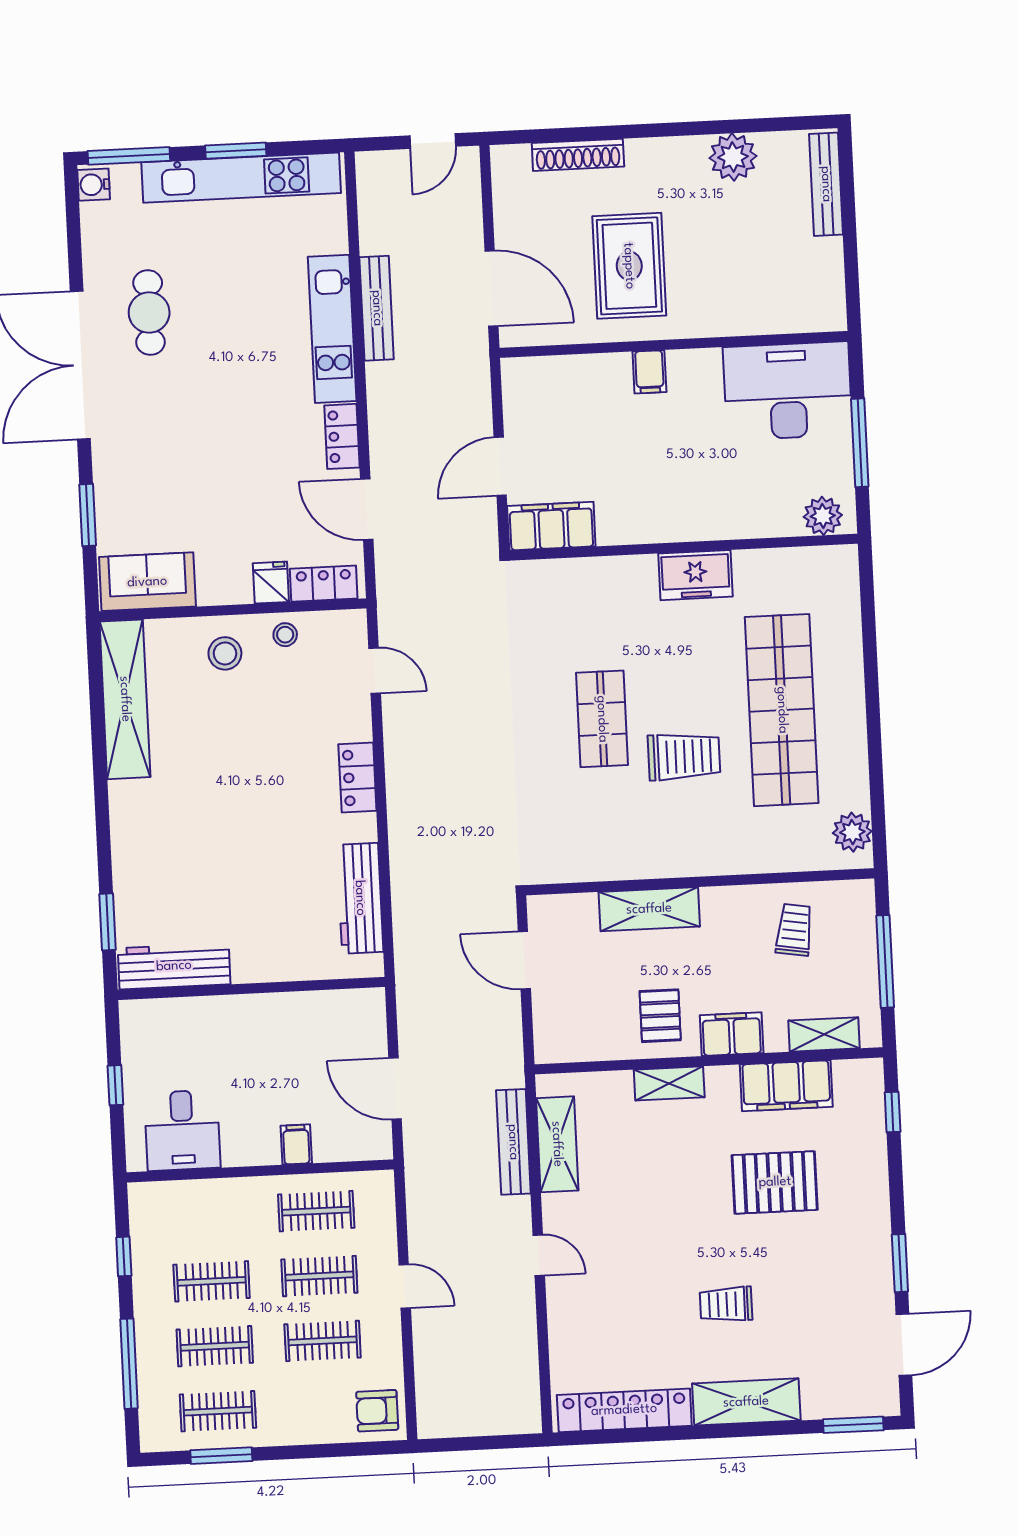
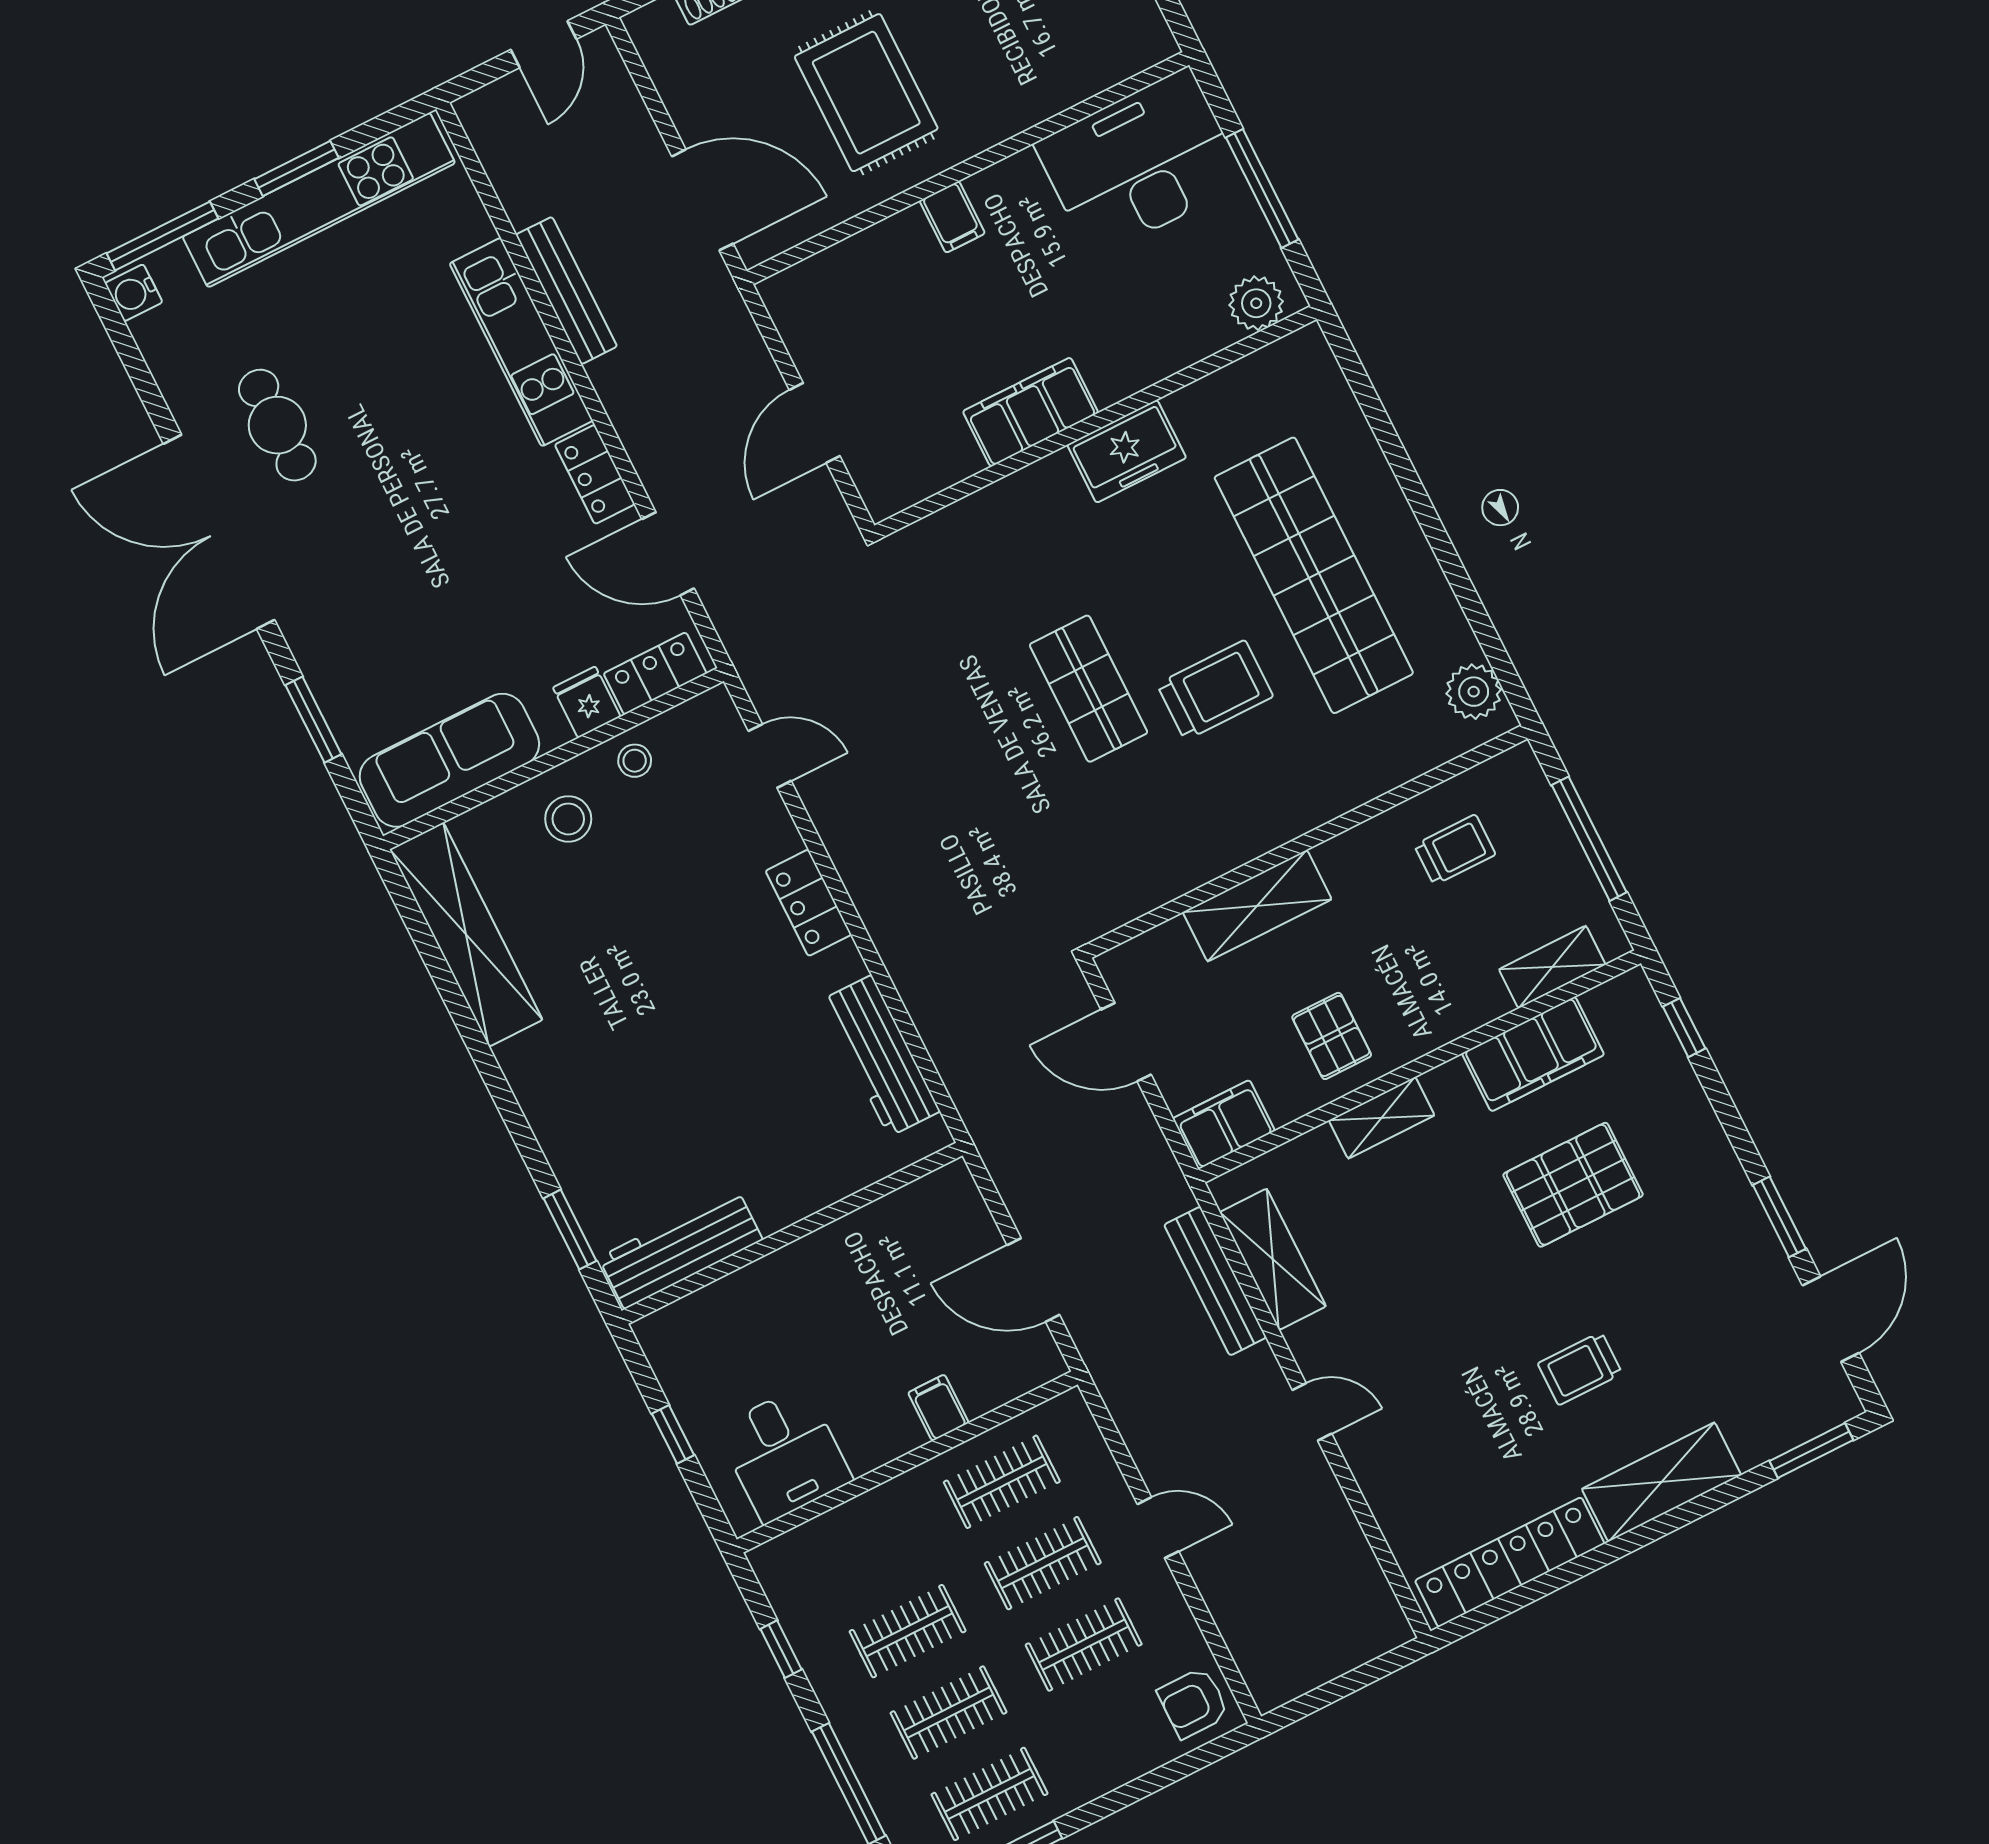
filing cabinet: (551, 526) -> (1030, 412), moved
sofa: (147, 582) -> (449, 760), width x1.36
trolley: (794, 930) -> (1455, 850), turned 81
filing cabinet: (732, 1034) -> (1224, 1125), moved

